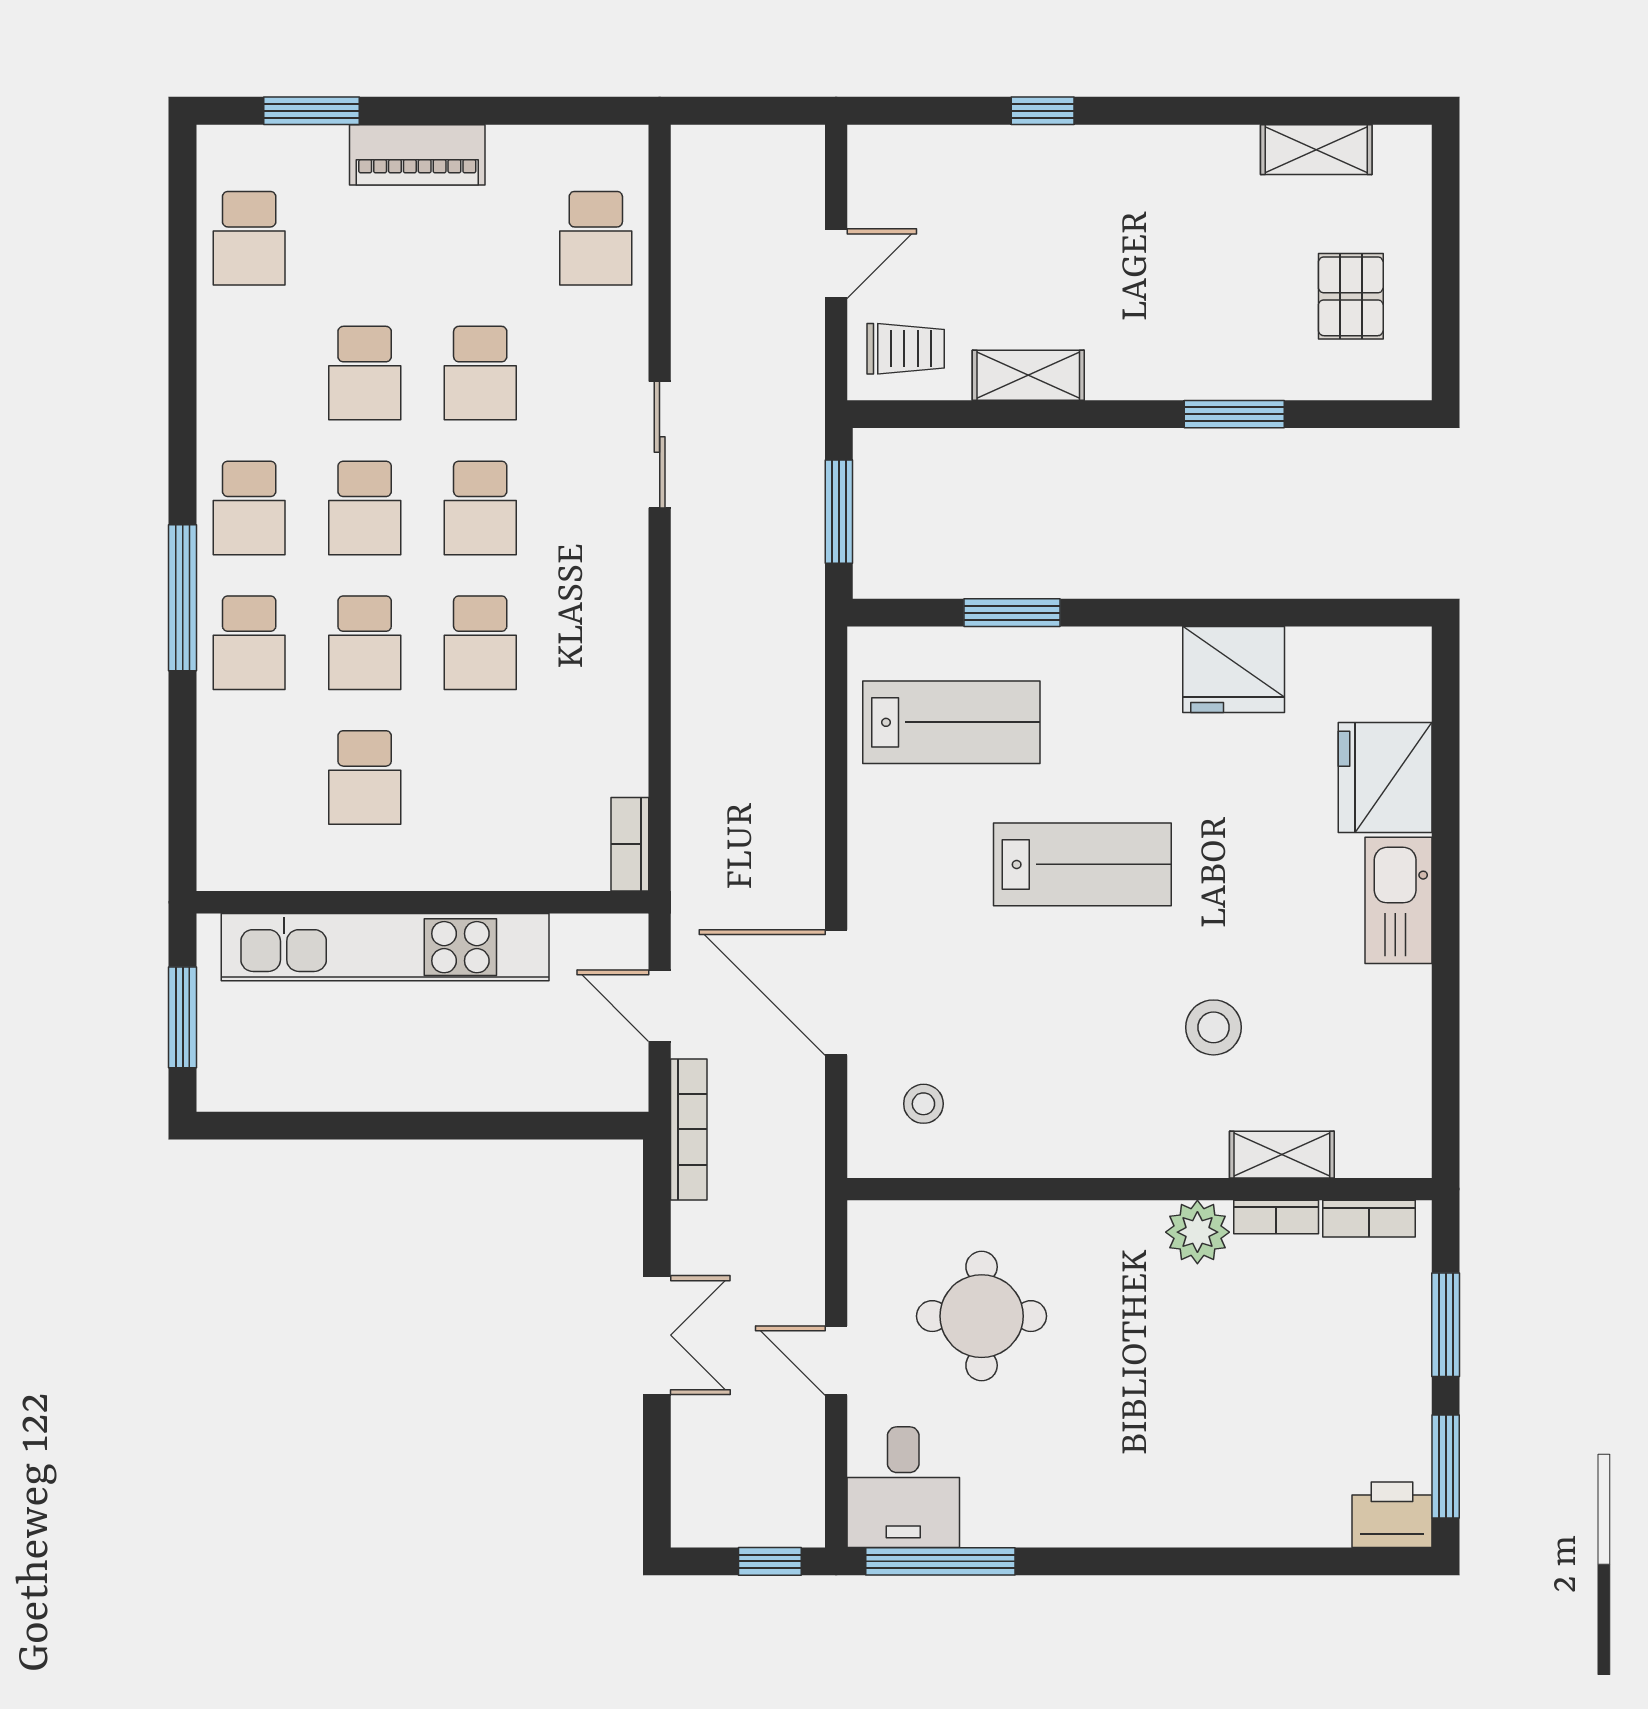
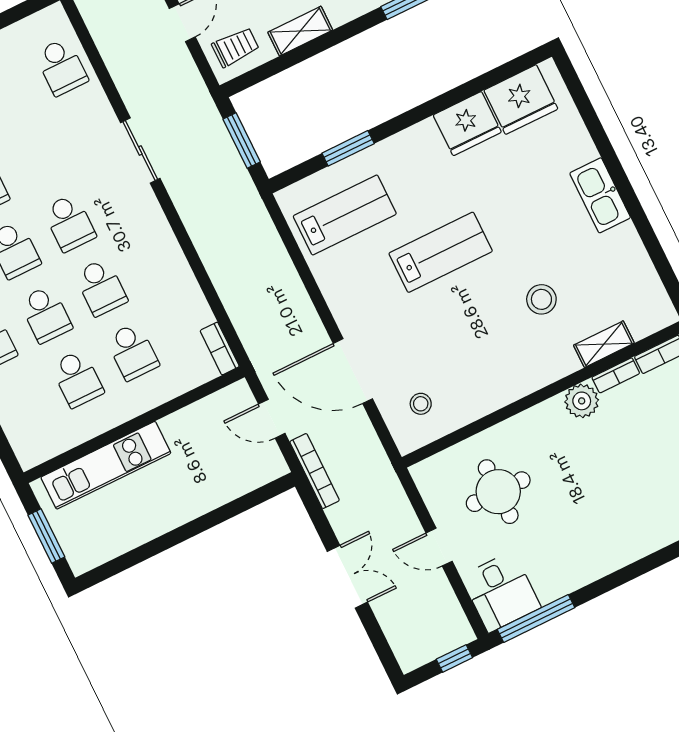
school desk: (480, 373) -> (132, 352), moved
fridge: (1385, 778) -> (521, 100), moved, turned -90
kitchen unit: (385, 947) -> (106, 465), width x0.73

